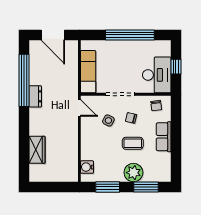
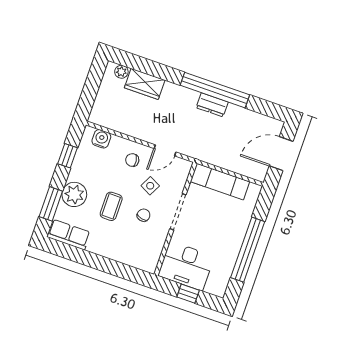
window: (24, 80) -> (215, 90), moved
chair: (156, 106) -> (132, 160), moved
door: (79, 108) -> (165, 150), moved
row of seats: (164, 137) -> (69, 235), moved
plant: (34, 169) -> (121, 72), added
window: (108, 187) -> (68, 156), width x0.67

